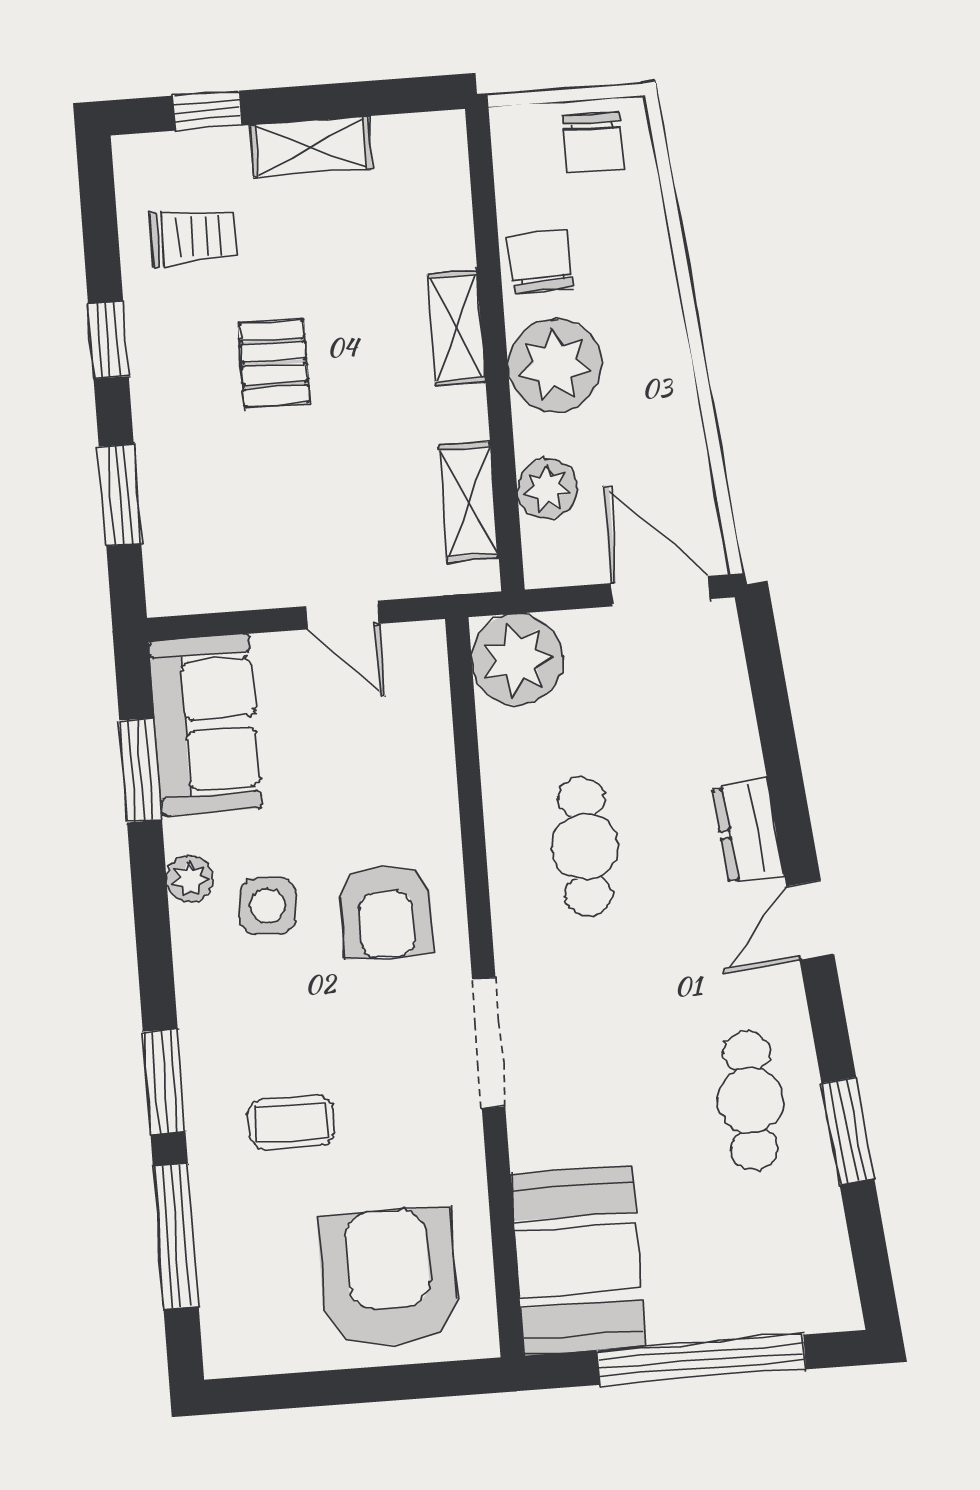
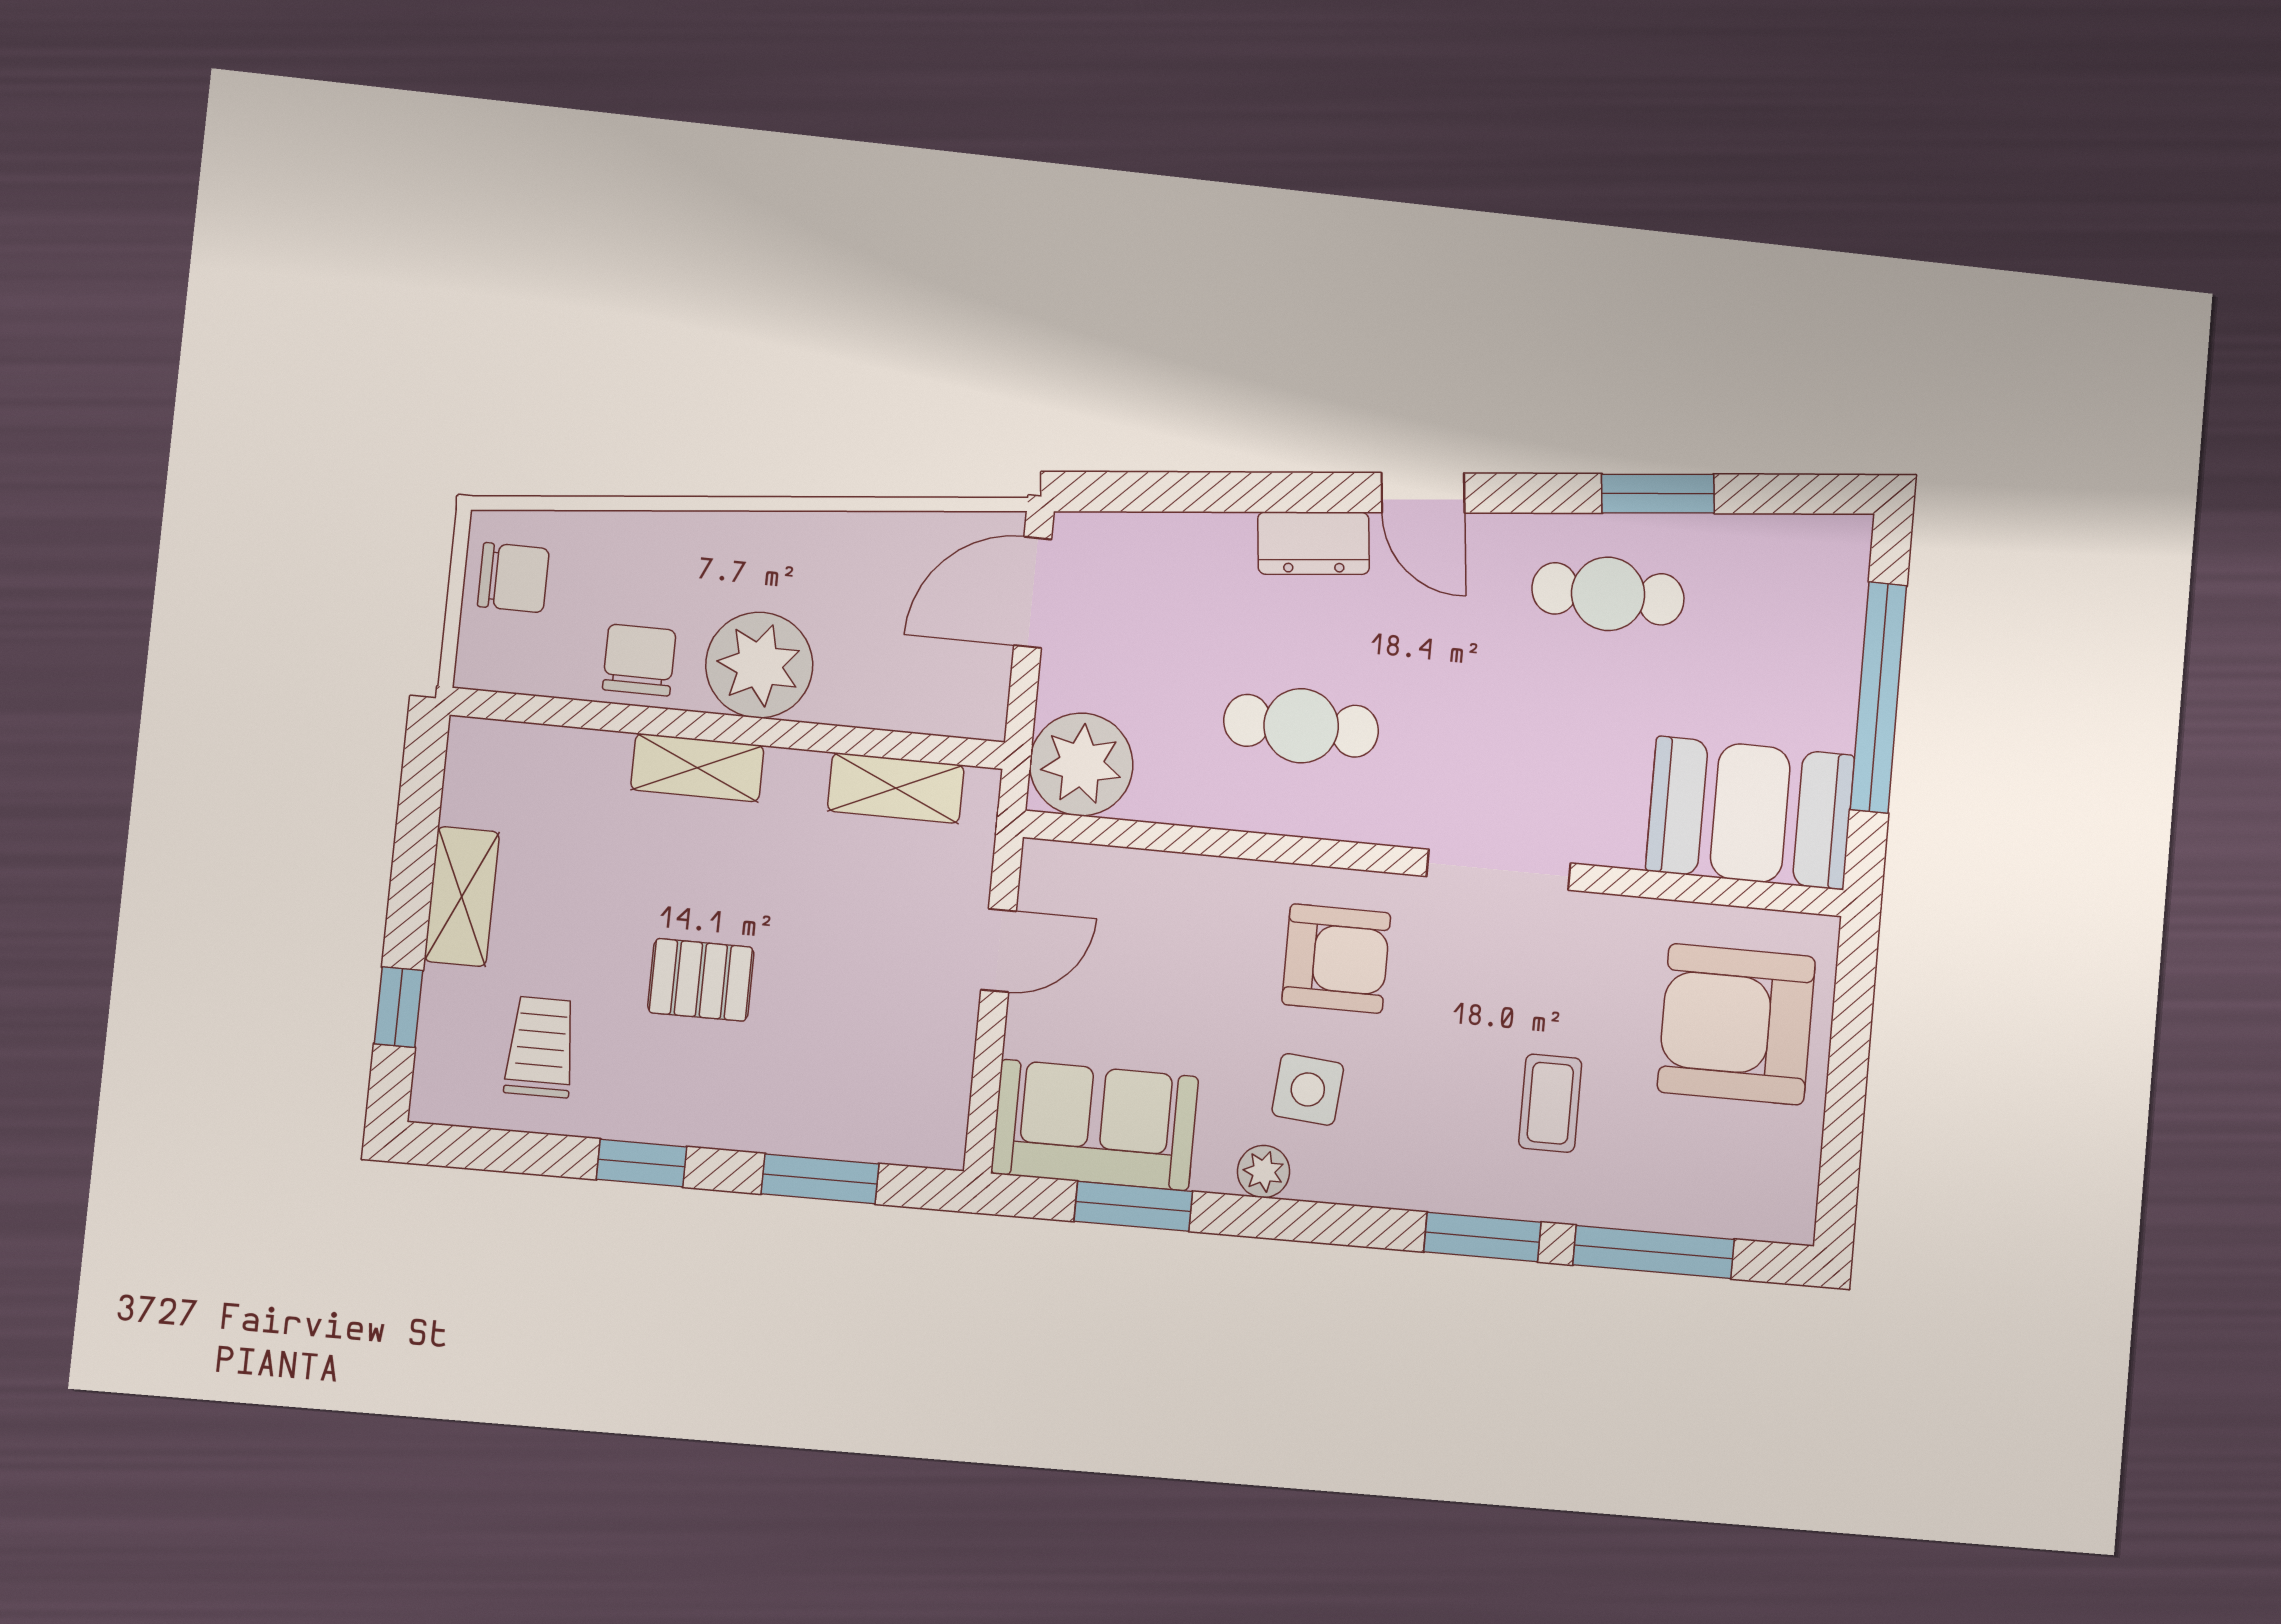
chair: (541, 262) -> (639, 660), turned 93
plant: (547, 489) -> (896, 698), removed

